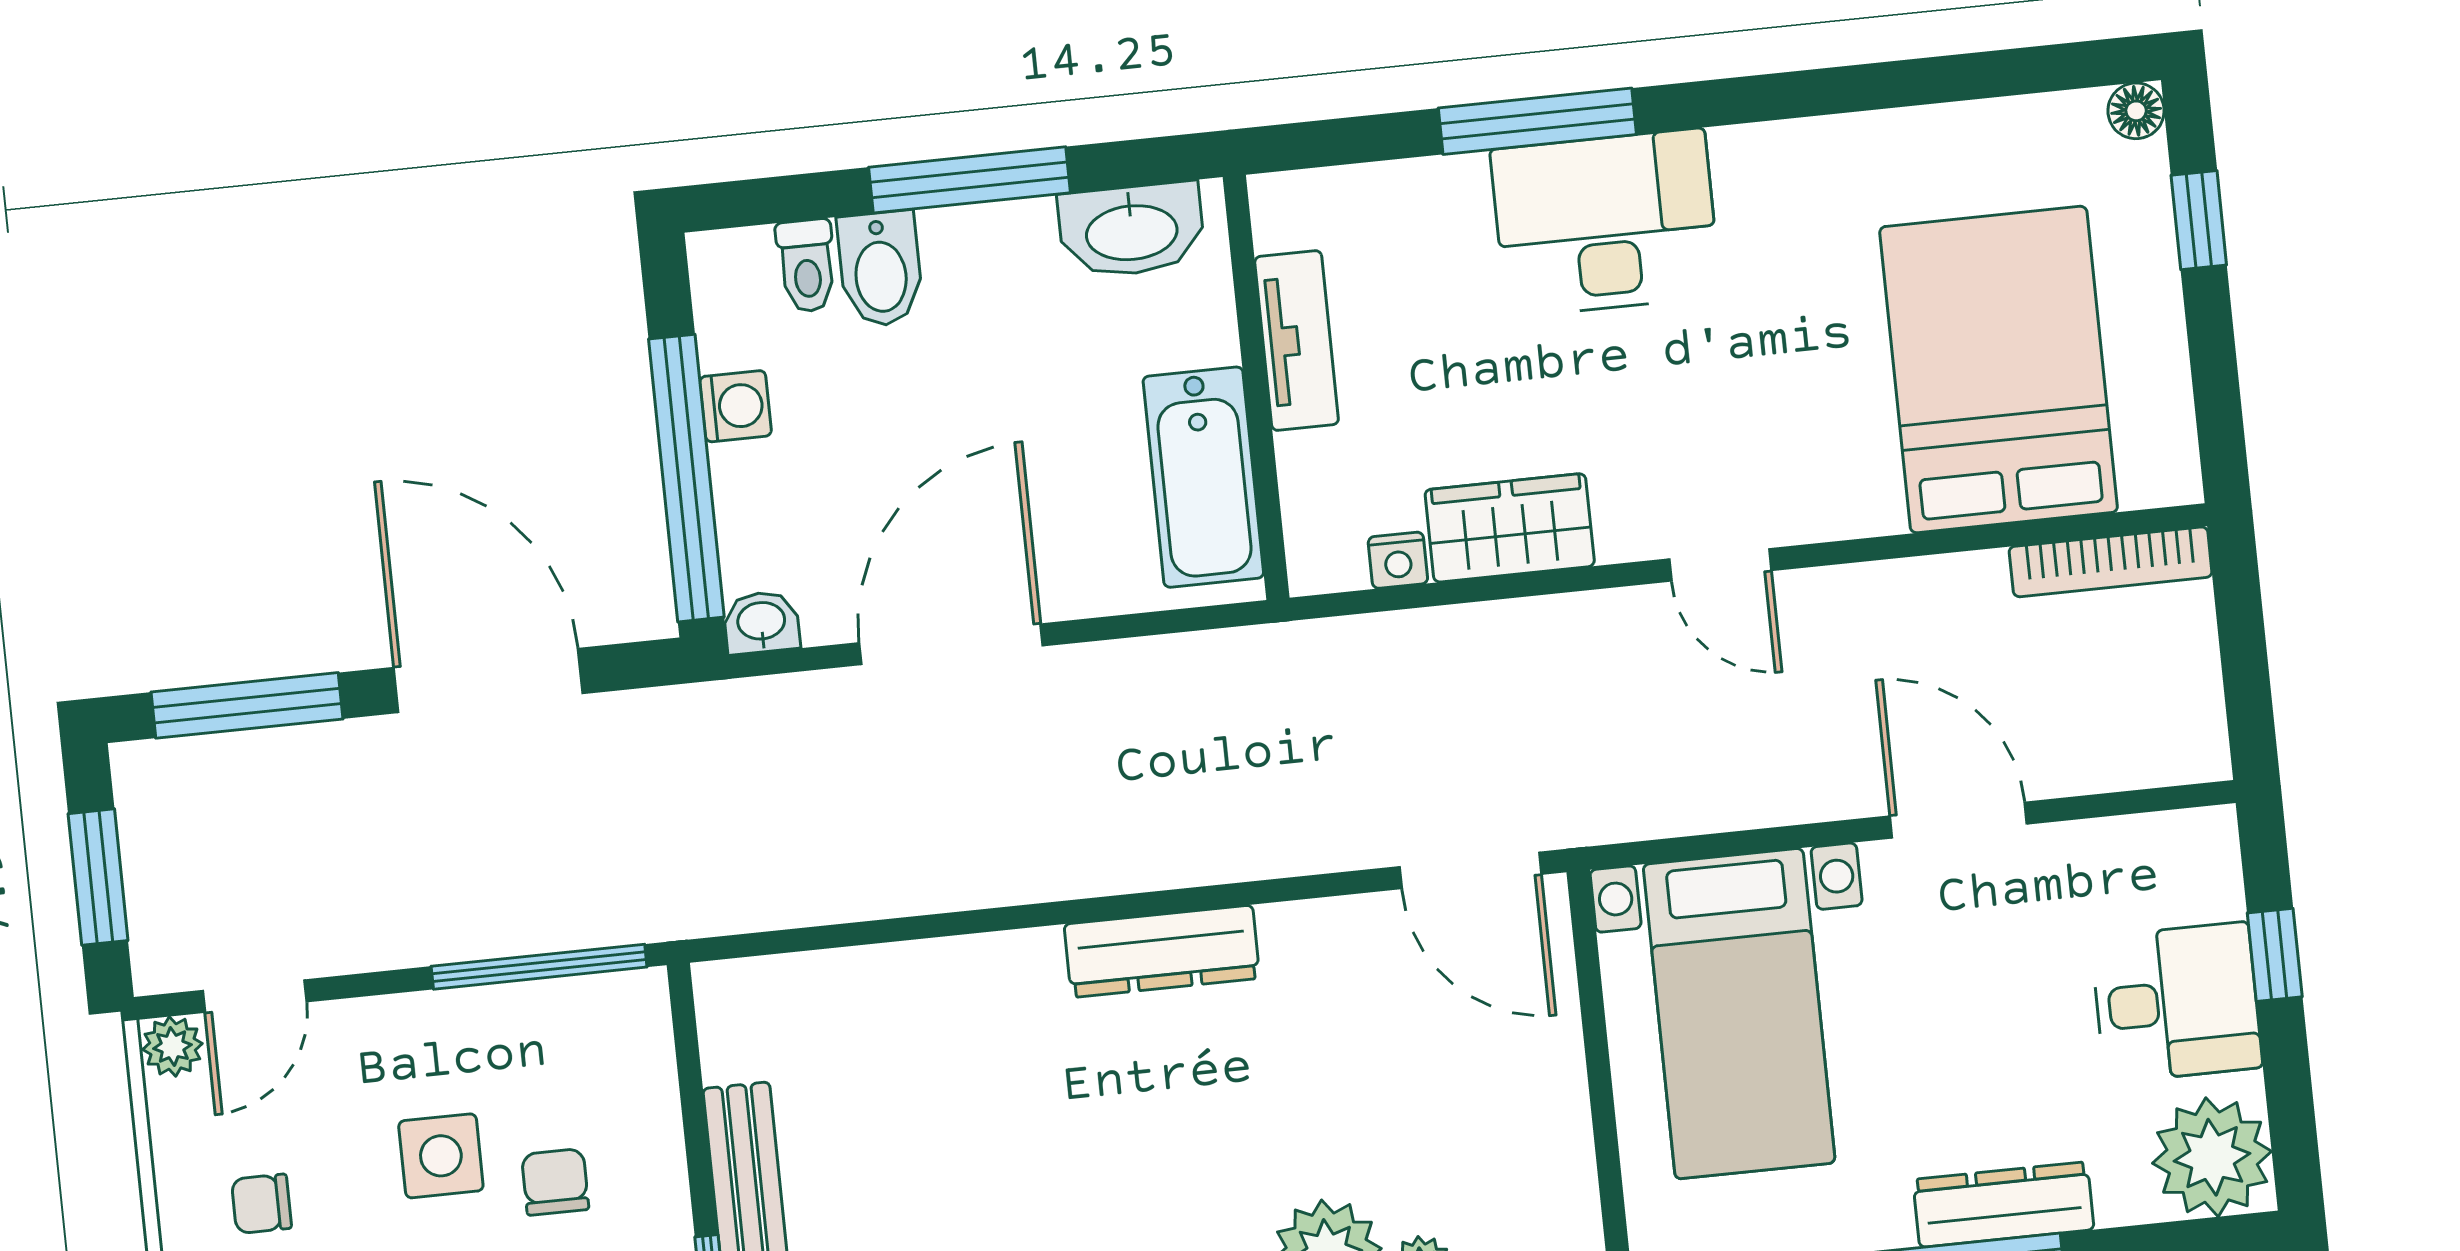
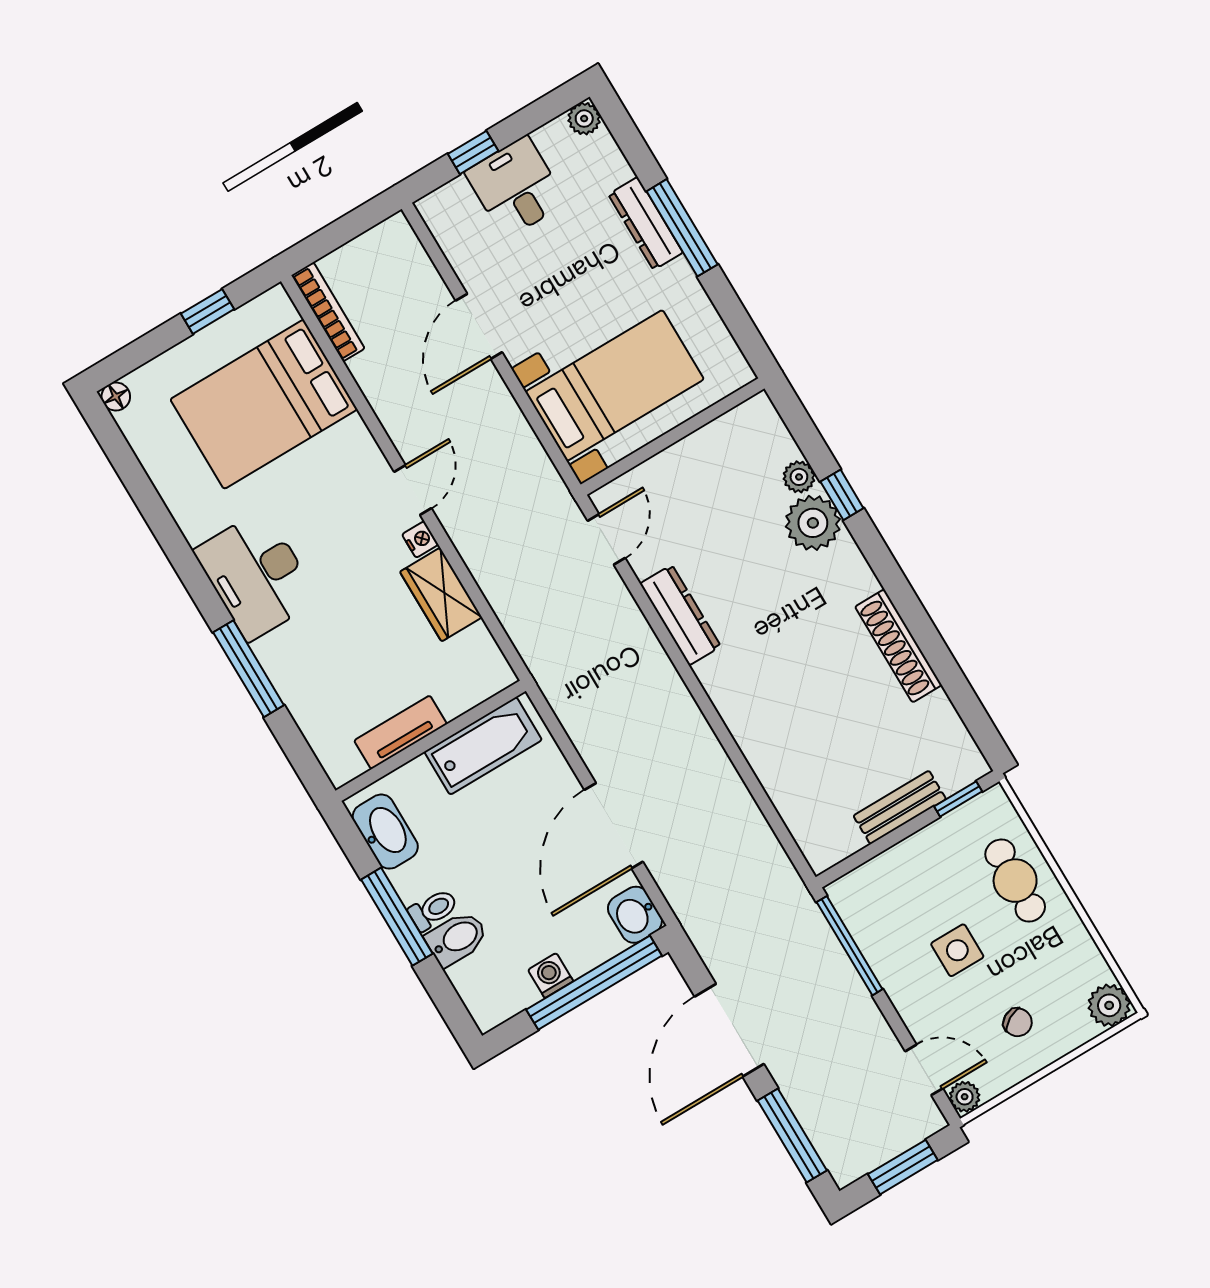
window: (2199, 220) -> (208, 311), moved
desk: (1606, 223) -> (256, 575), moved
toilet: (807, 266) -> (433, 910), moved
nightstand: (1398, 560) -> (420, 539), moved
washbasin: (761, 623) -> (635, 915), width x1.38, depth x1.45
door: (951, 644) -> (614, 826), hinge flipped
door: (1470, 870) -> (606, 539), width x0.73
dresser: (1162, 951) -> (680, 615), moved
plant: (2212, 1157) -> (584, 119), width x0.53, depth x0.53
chair: (555, 1182) -> (945, 892), removed
chair: (261, 1204) -> (1018, 1022), turned -30

